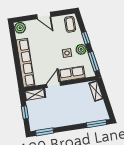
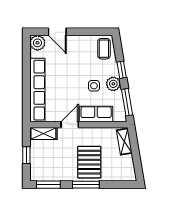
door: (44, 16) -> (57, 32), moved
pallet: (72, 110) -> (89, 162), added
window: (96, 124) -> (86, 185), moved

